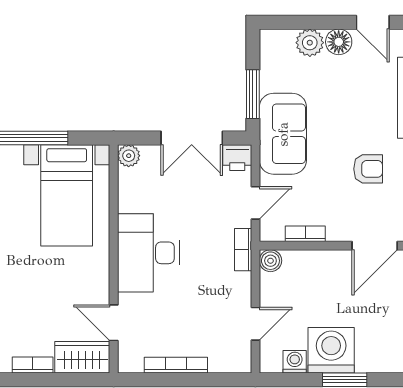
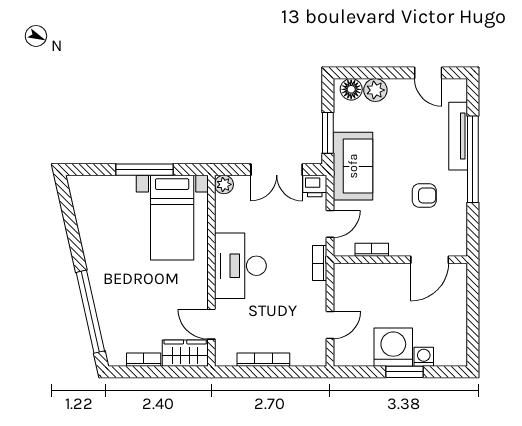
floor lamp: (339, 42) -> (351, 89), moved
boiler: (270, 261) -> (343, 272), removed
washing machine: (295, 362) -> (424, 357), moved

